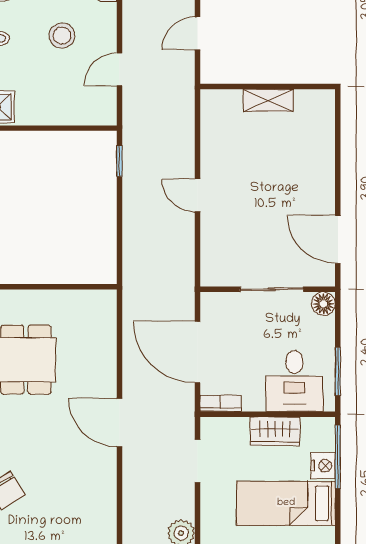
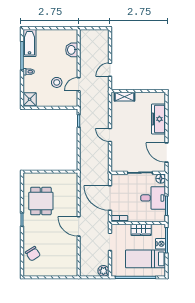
stool: (62, 36) -> (57, 82), moved
shelving: (268, 100) -> (125, 97), moved
freezer: (318, 156) -> (159, 119), added
desk: (294, 381) -> (153, 198), moved, turned -90

